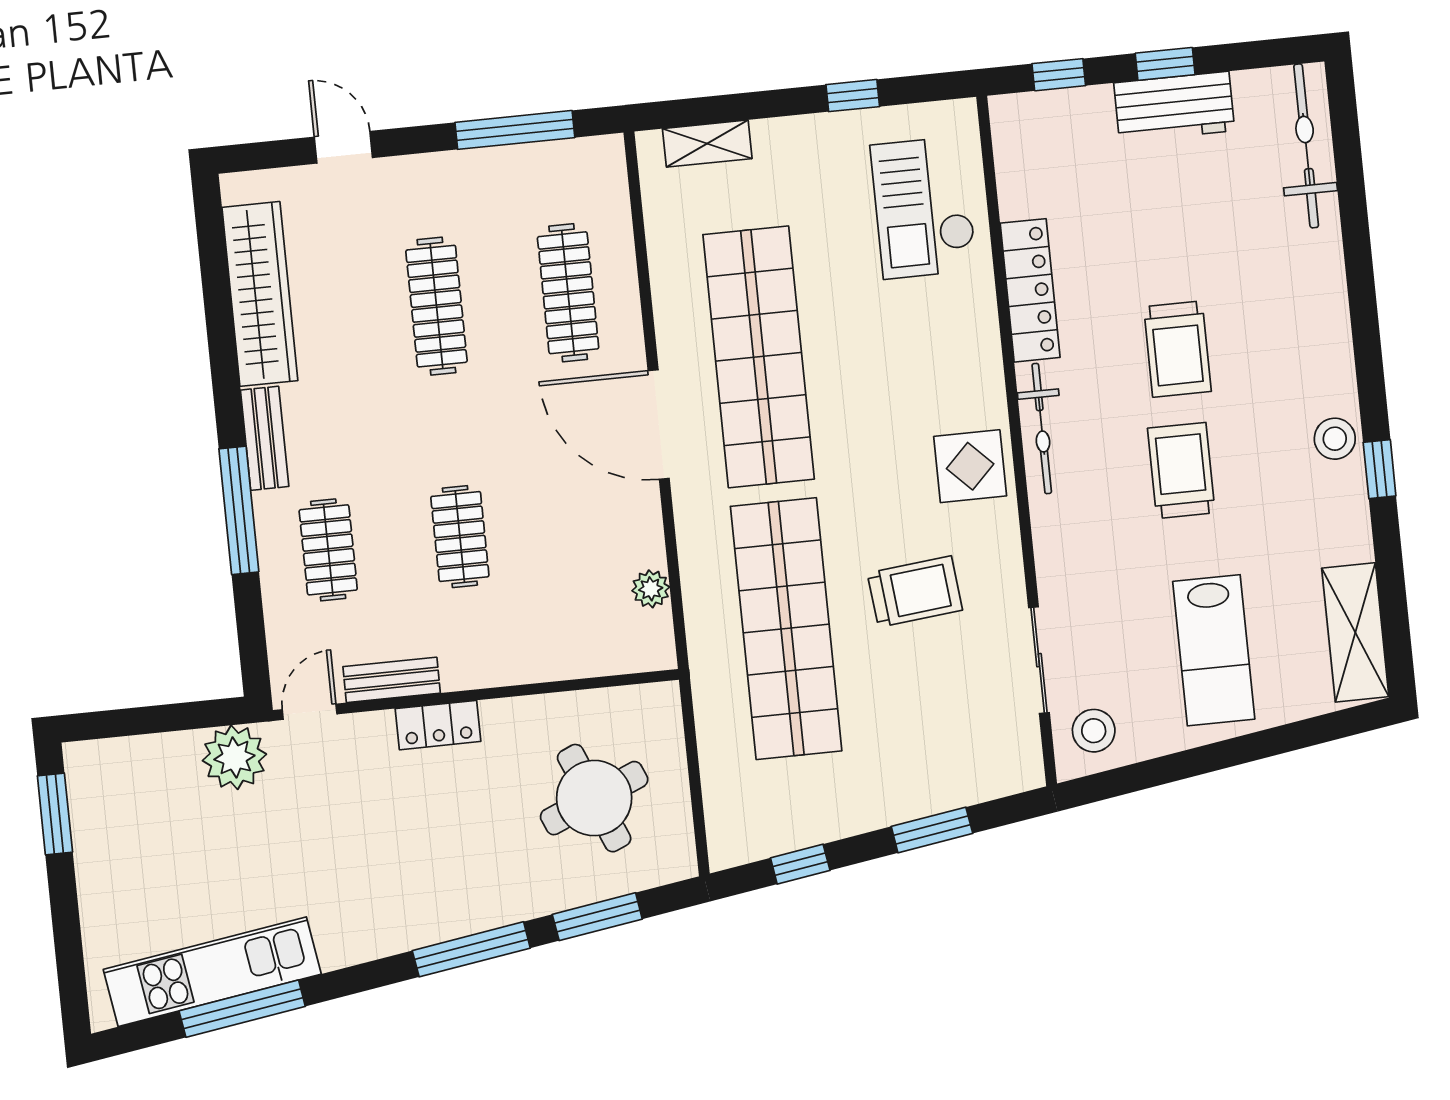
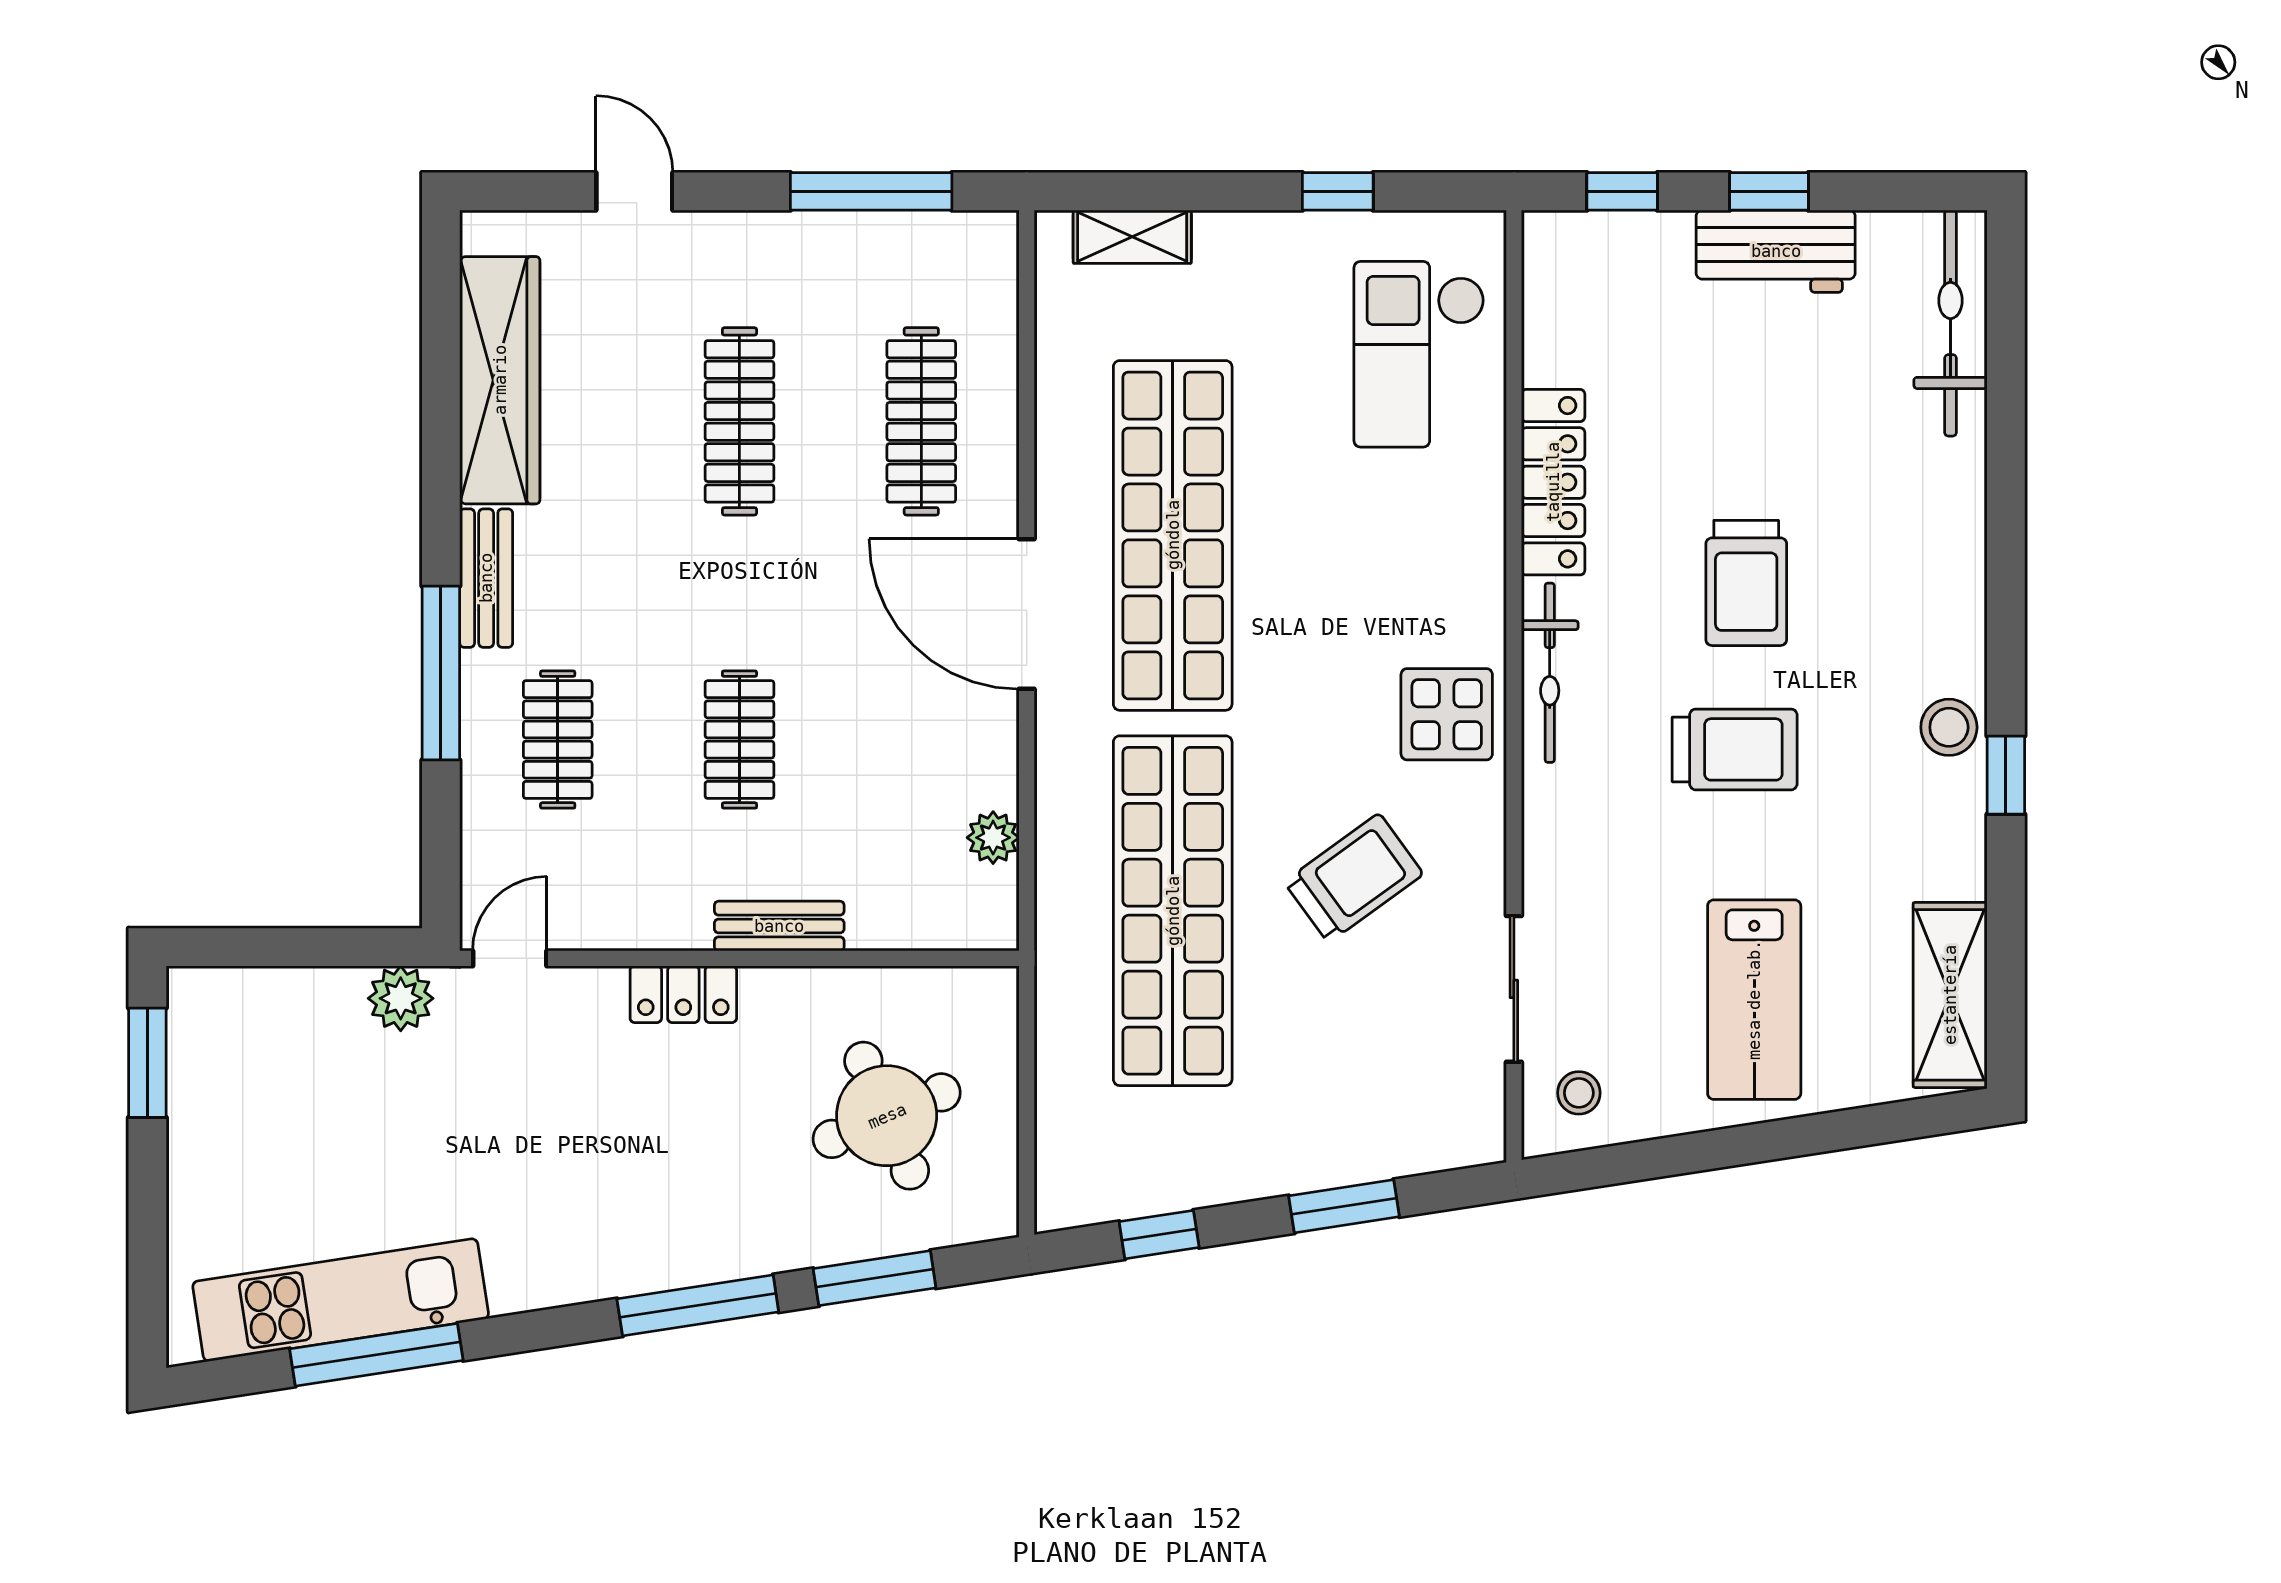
trolley: (1181, 470) -> (1735, 749), turned 90
trolley: (915, 592) -> (1354, 878), turned -30
bench: (392, 680) -> (779, 926), moved
stool: (1094, 731) -> (1579, 1093), width x0.73, depth x0.73
plant: (234, 757) -> (401, 998), width x0.73, depth x0.73

